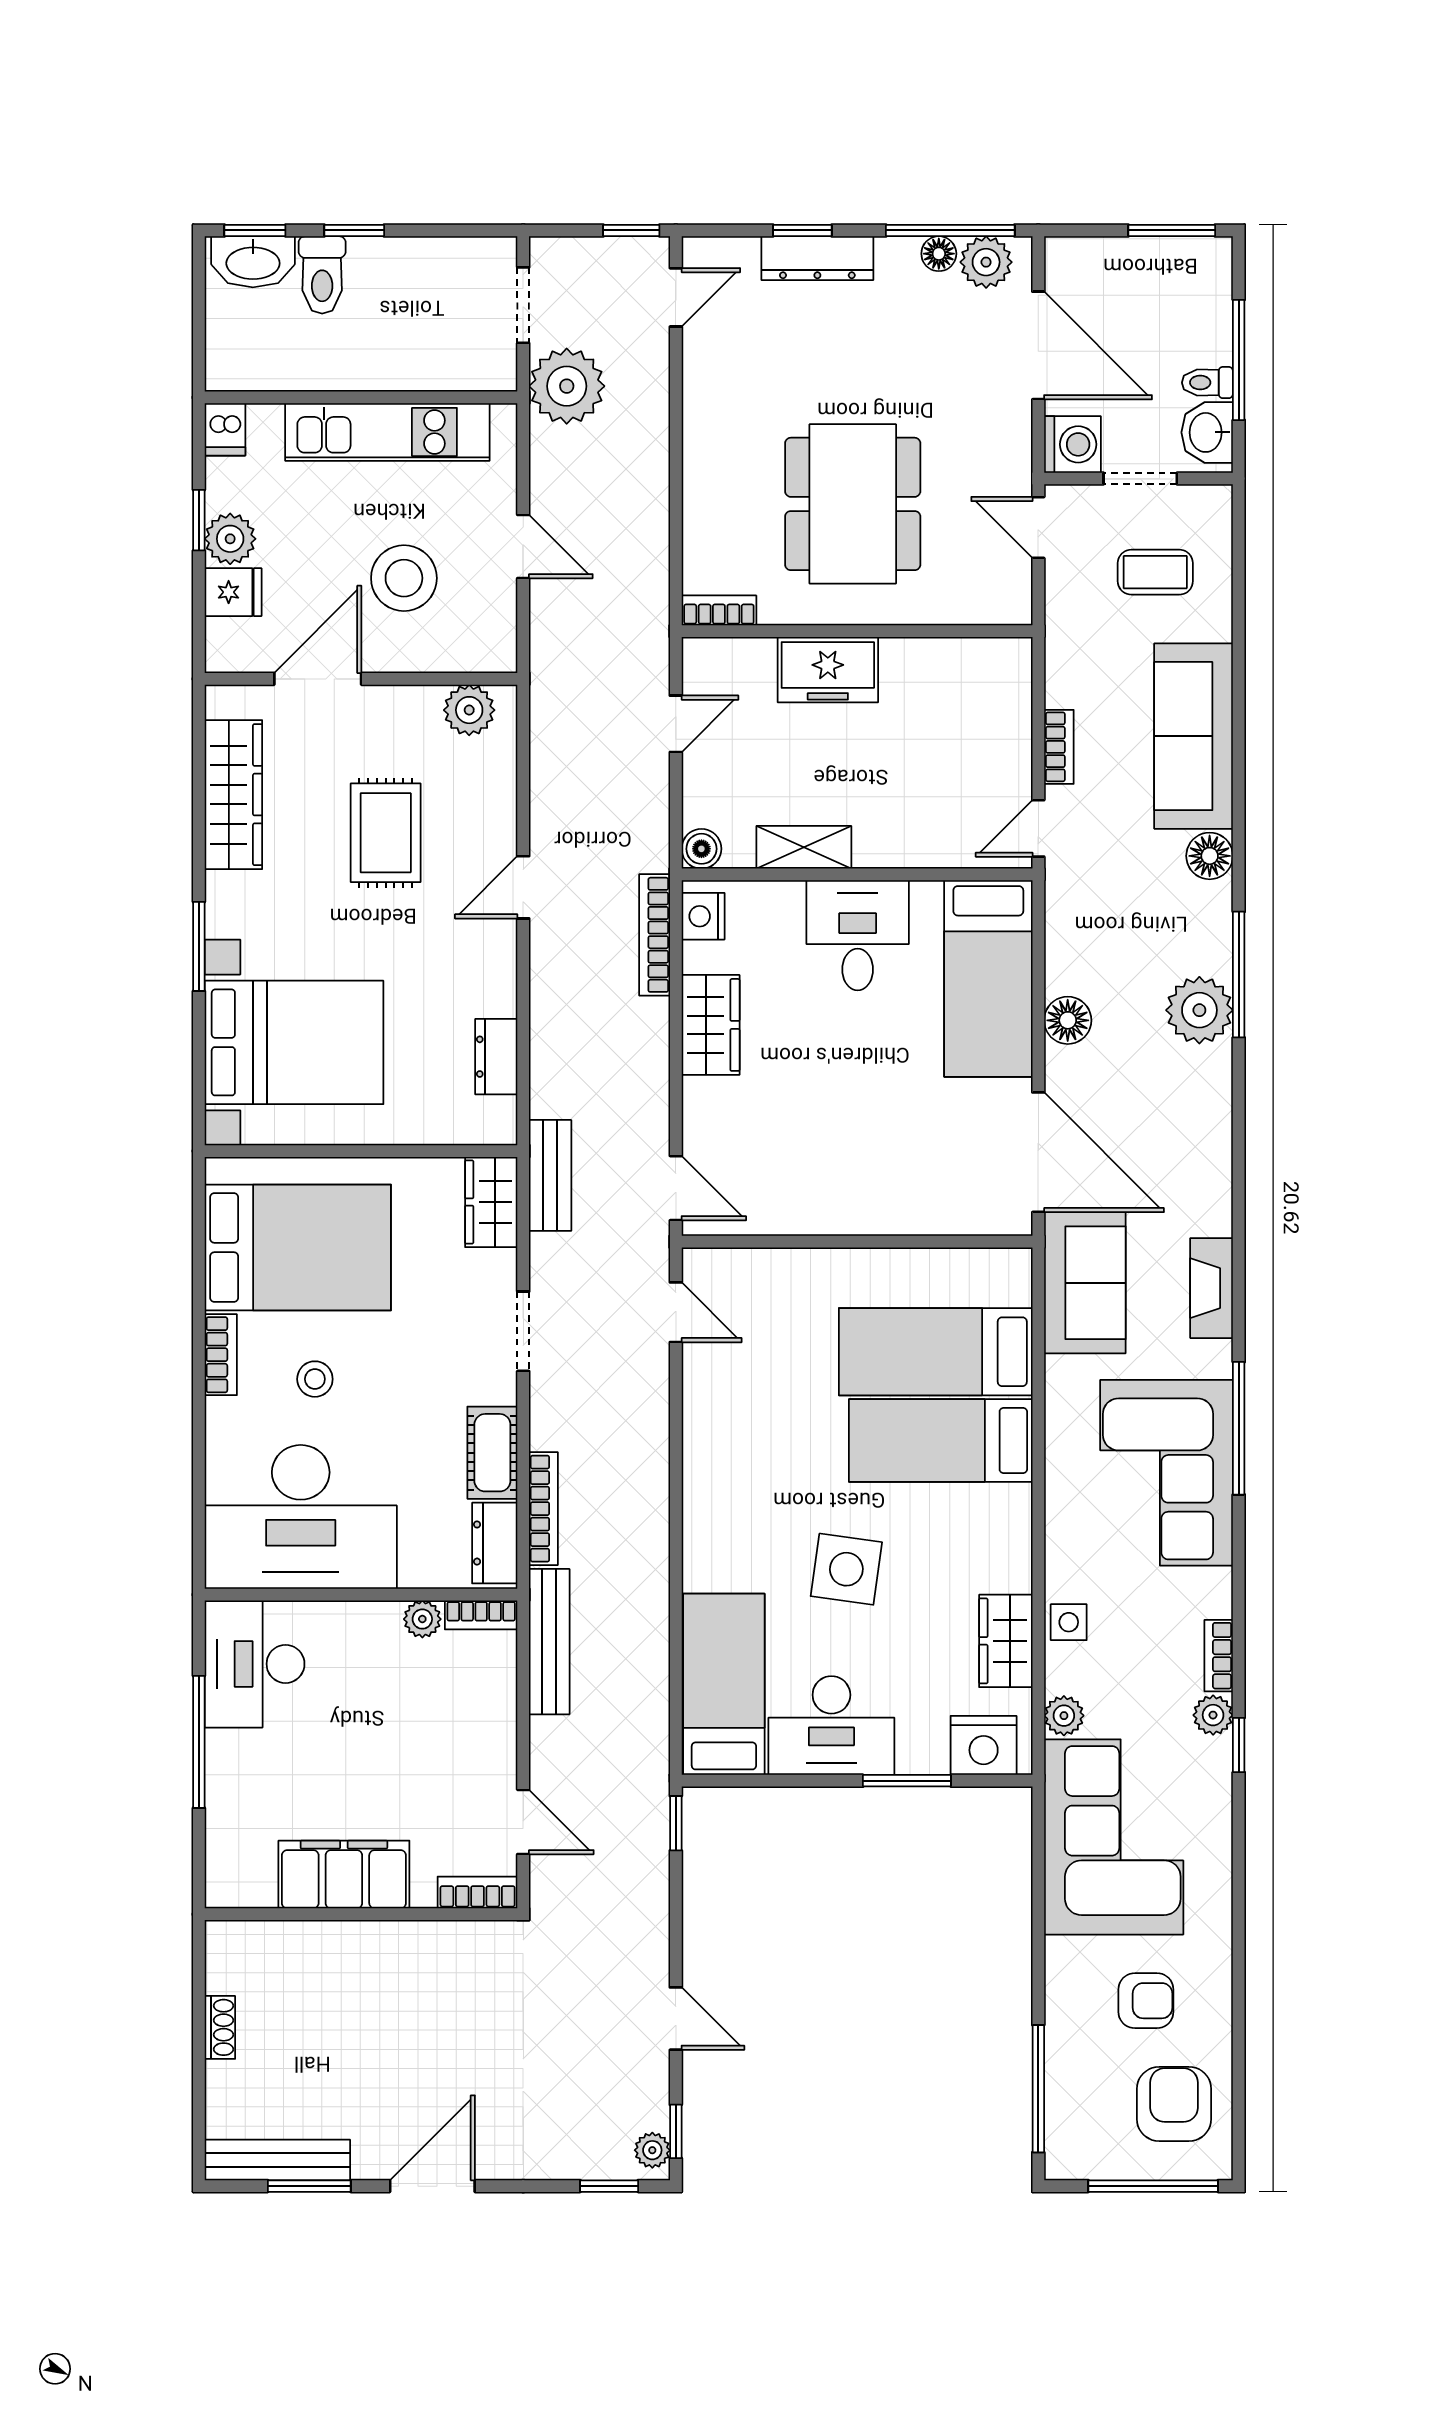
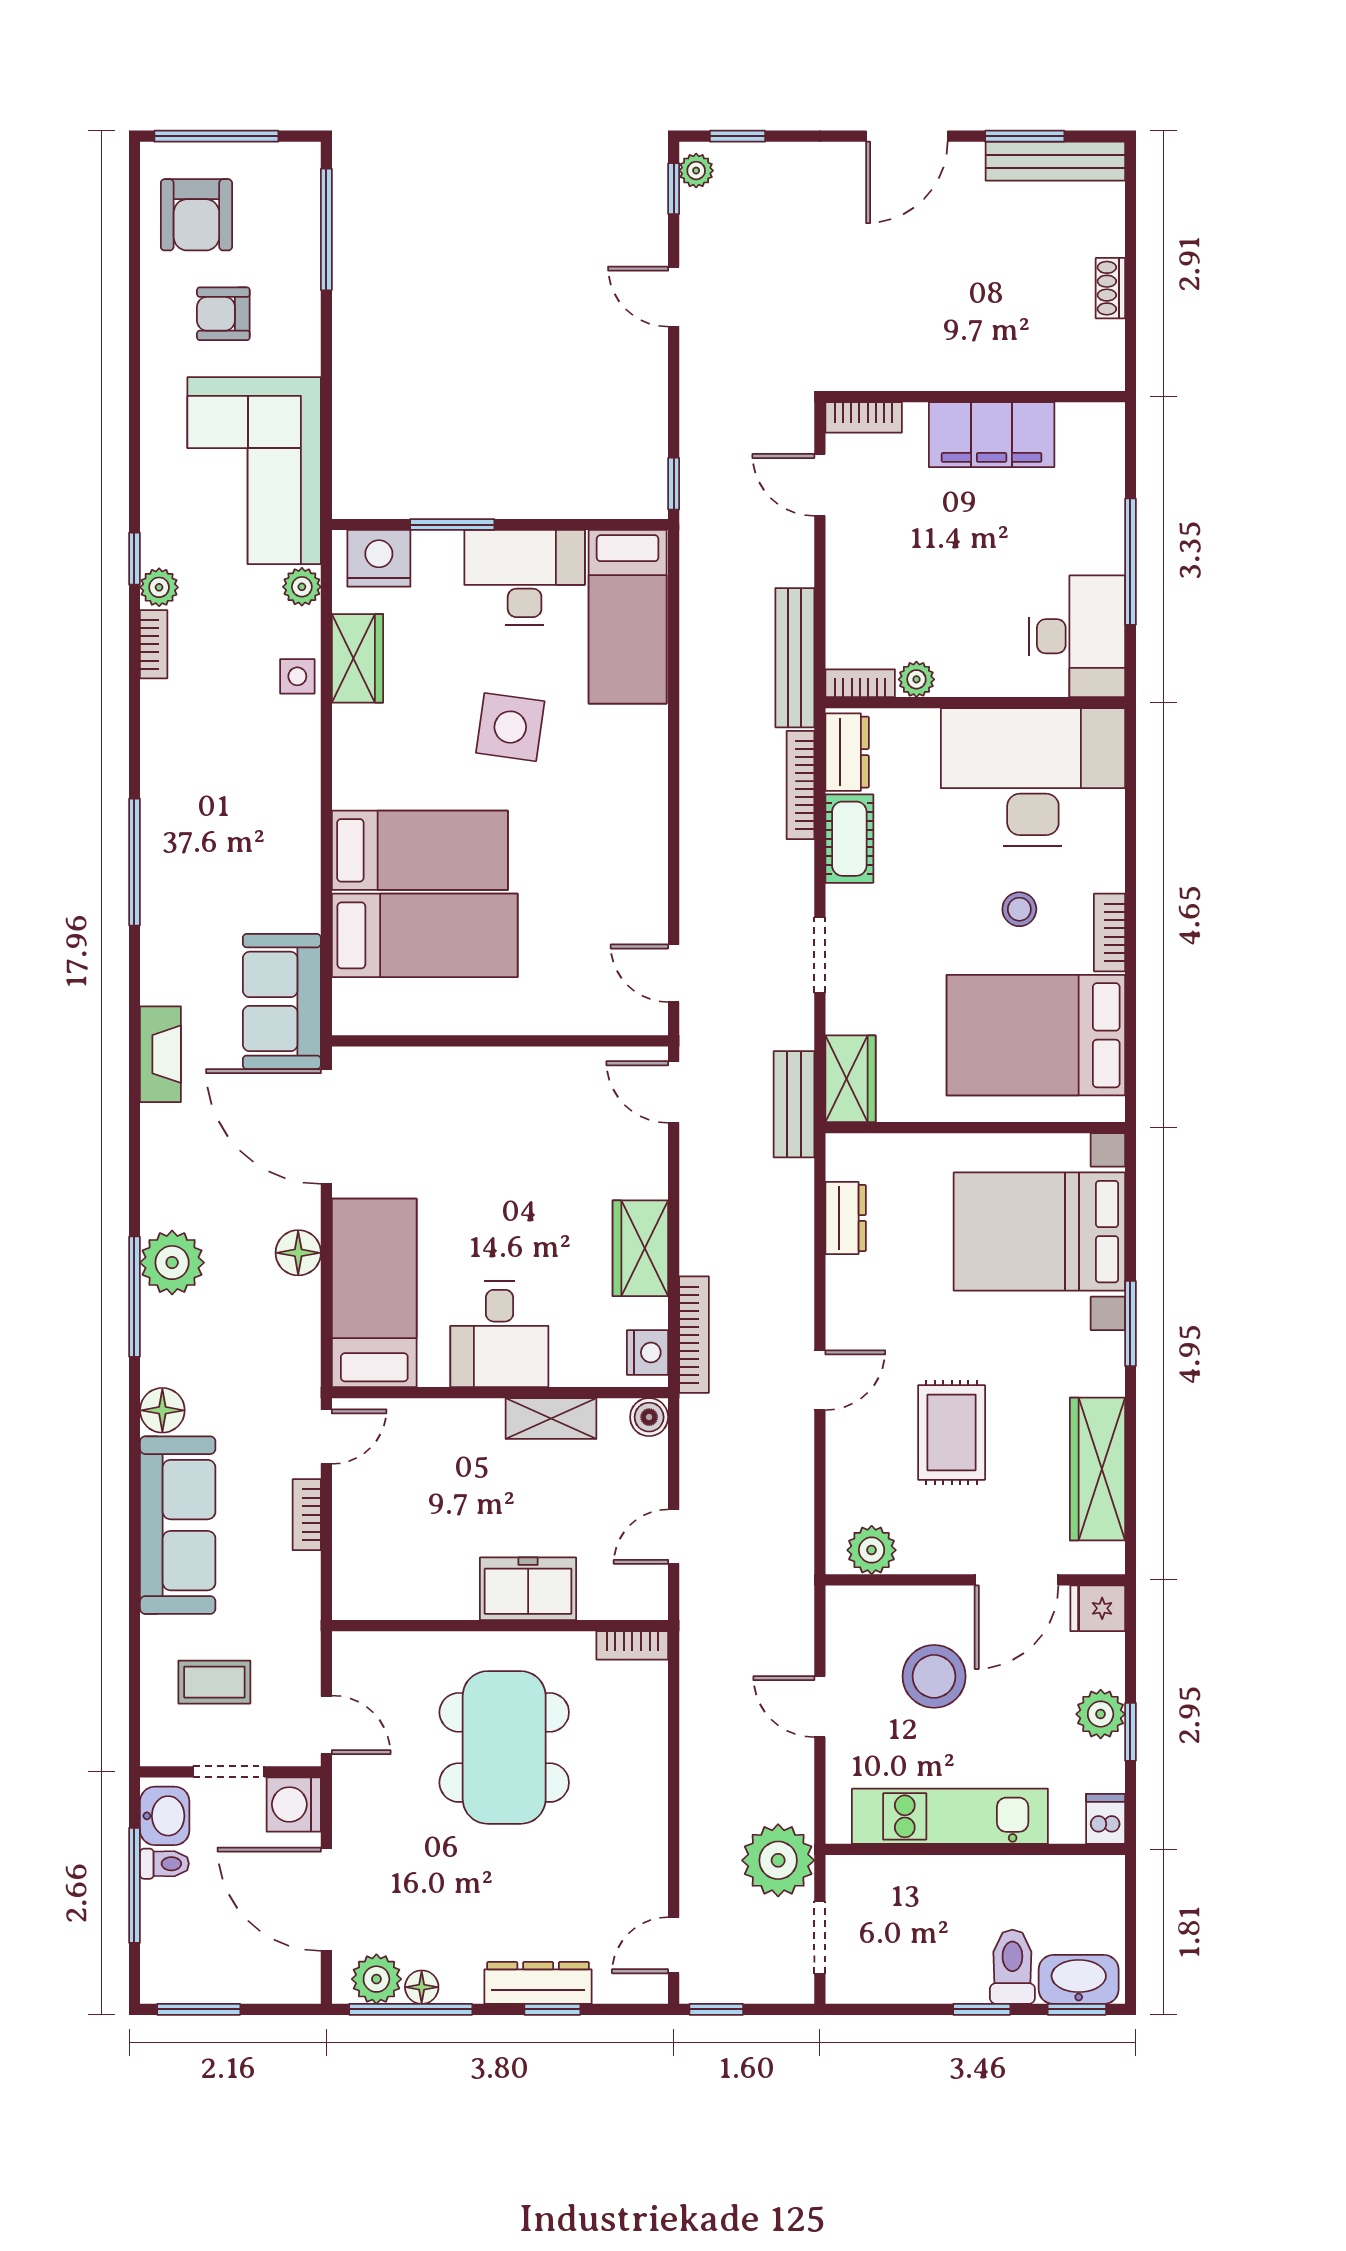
fridge: (233, 592) -> (1098, 1608), moved
fireplace: (1212, 1288) -> (160, 1054), moved
corner sofa: (1167, 1473) -> (204, 819), removed

